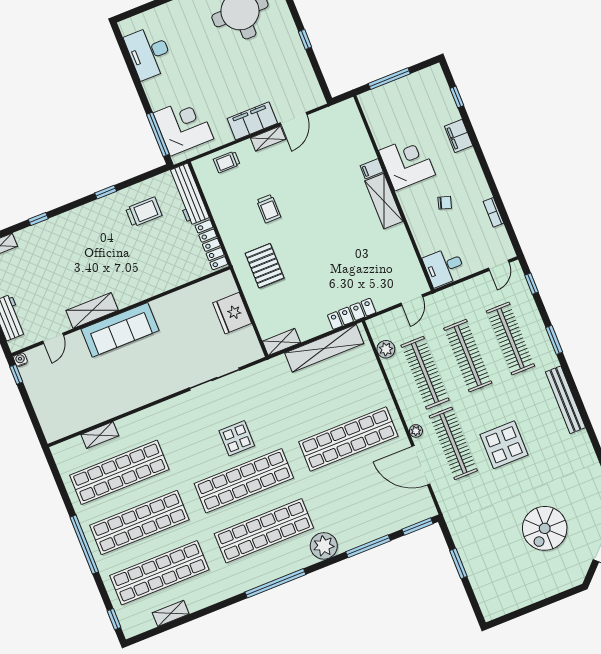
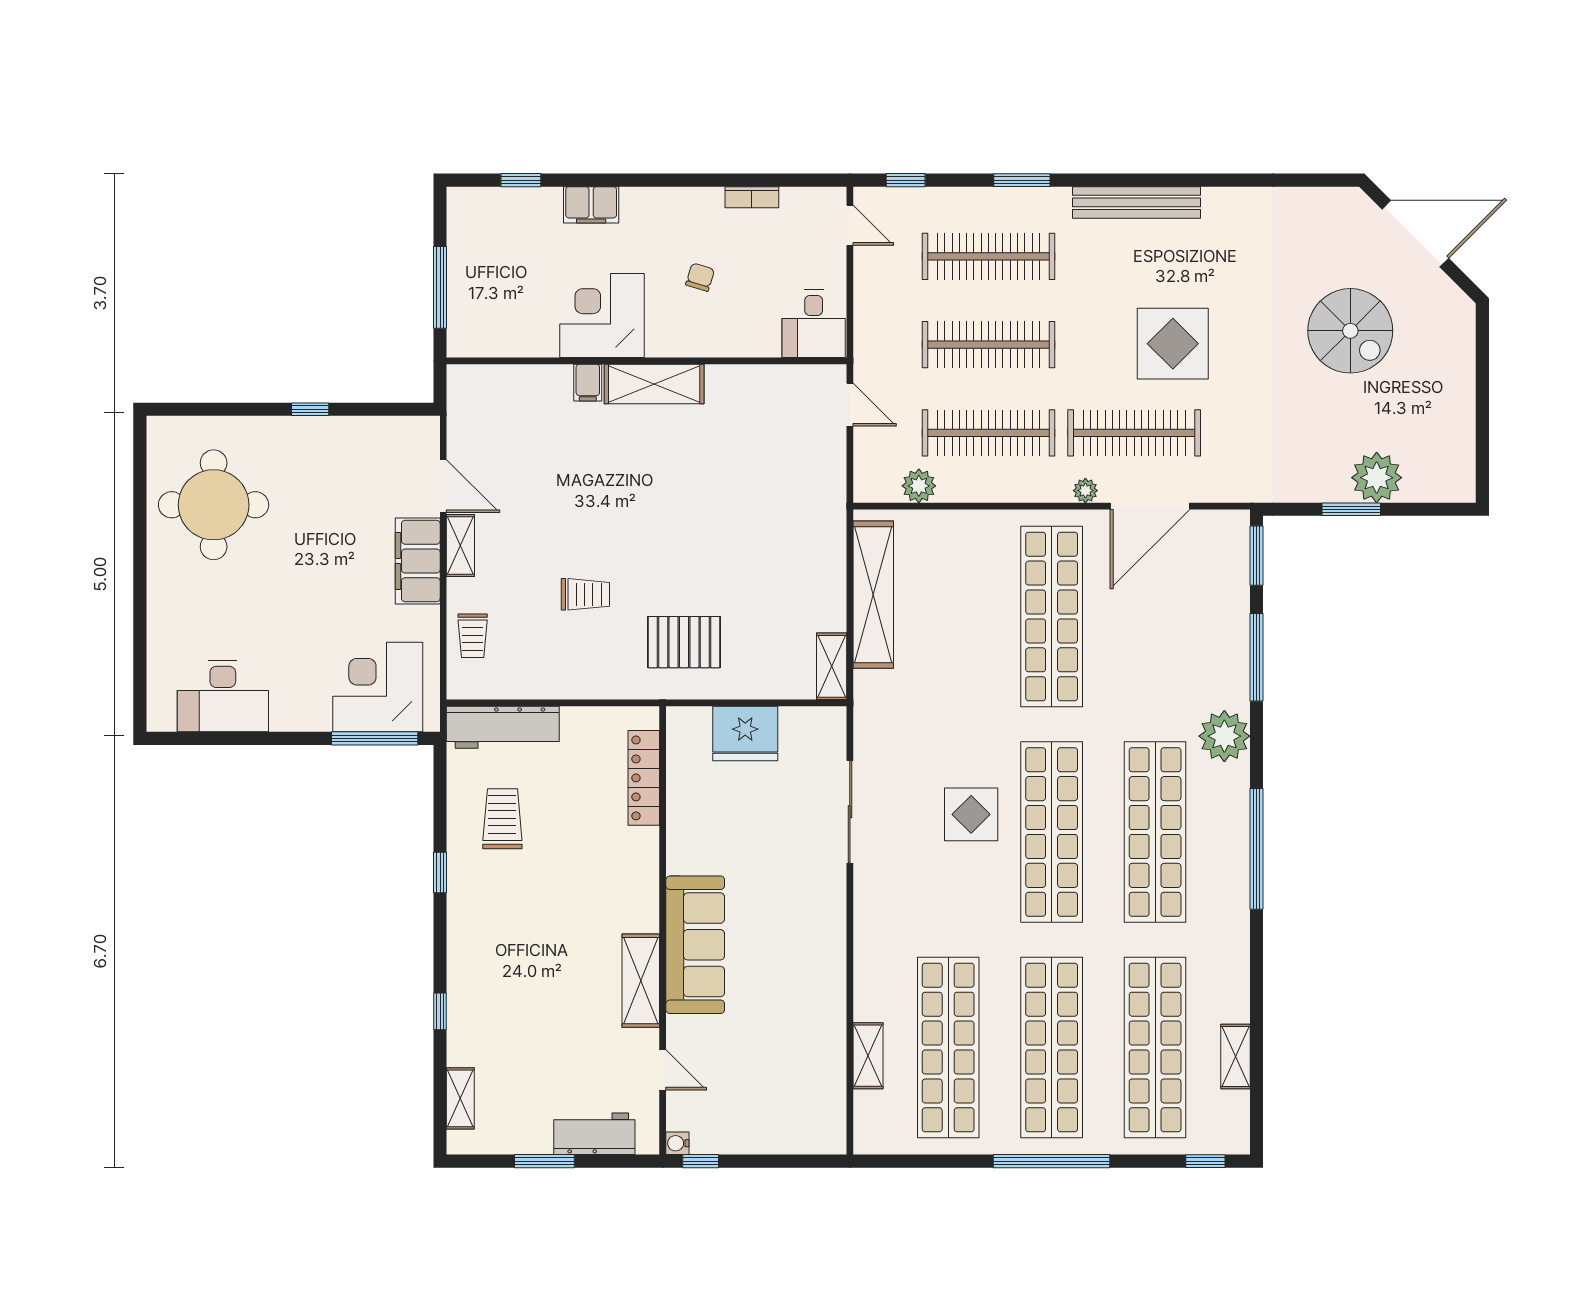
locker: (211, 245) -> (644, 778), moved, turned 90
locker: (352, 314) -> (831, 522), removed
plant: (479, 570) -> (1377, 478), added

